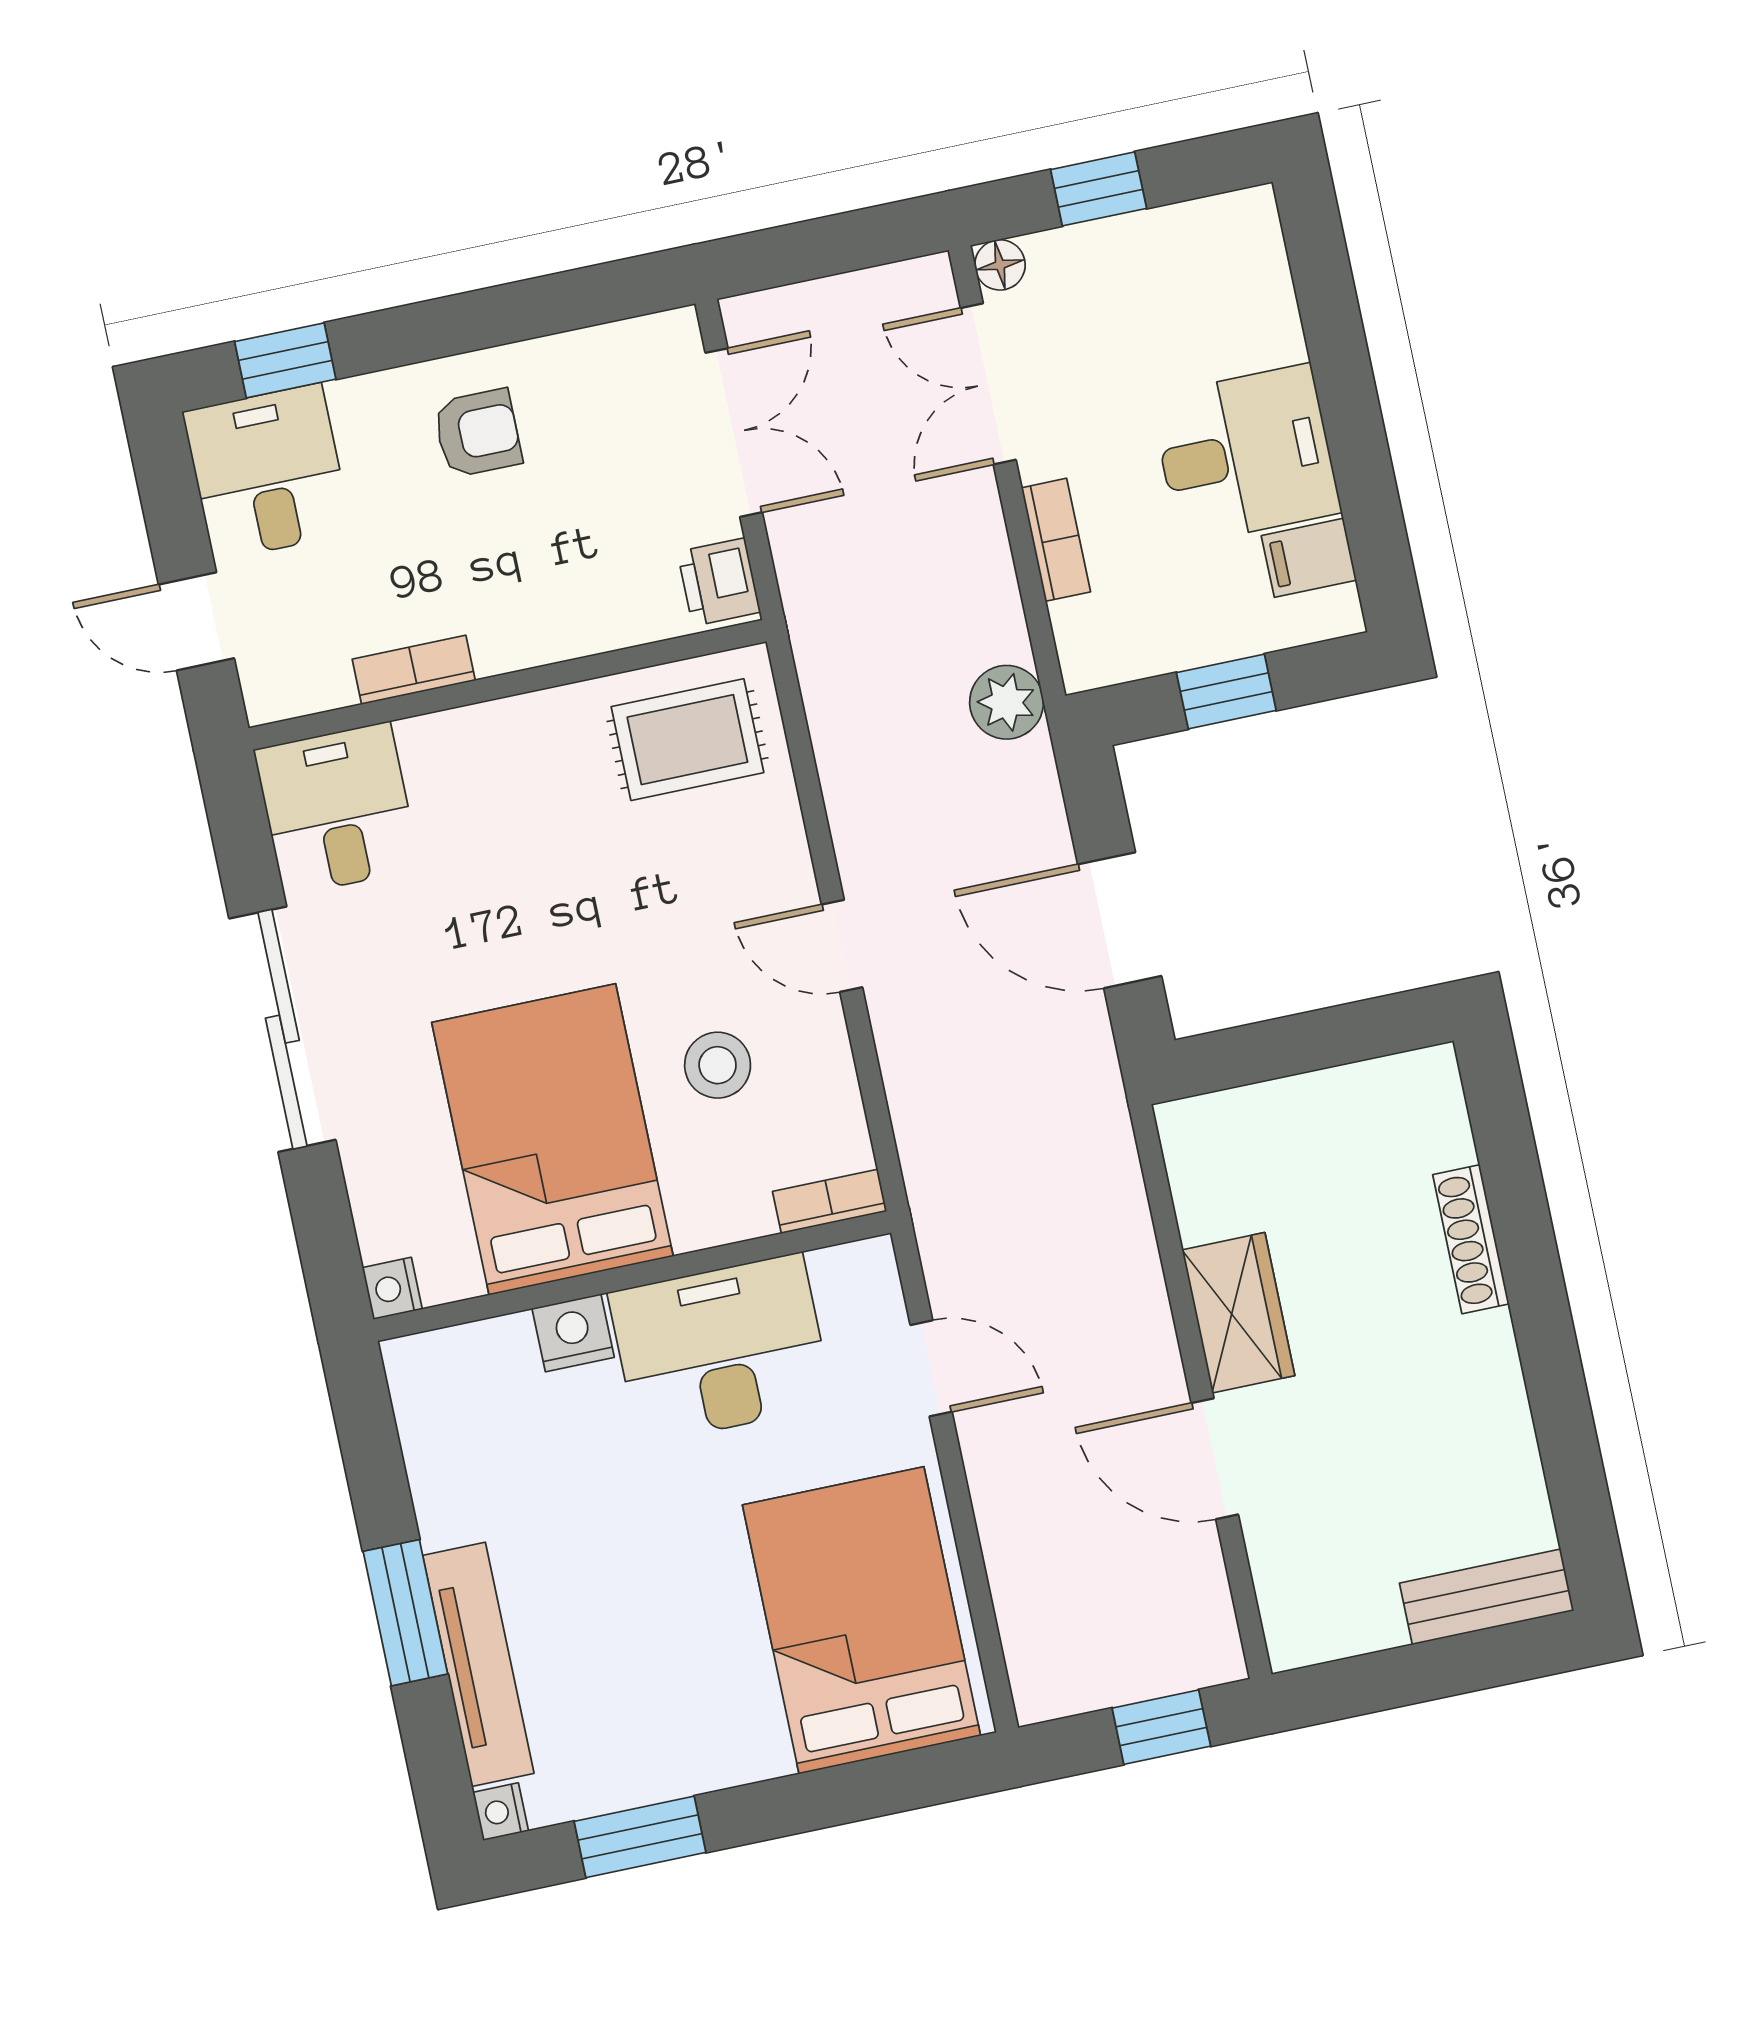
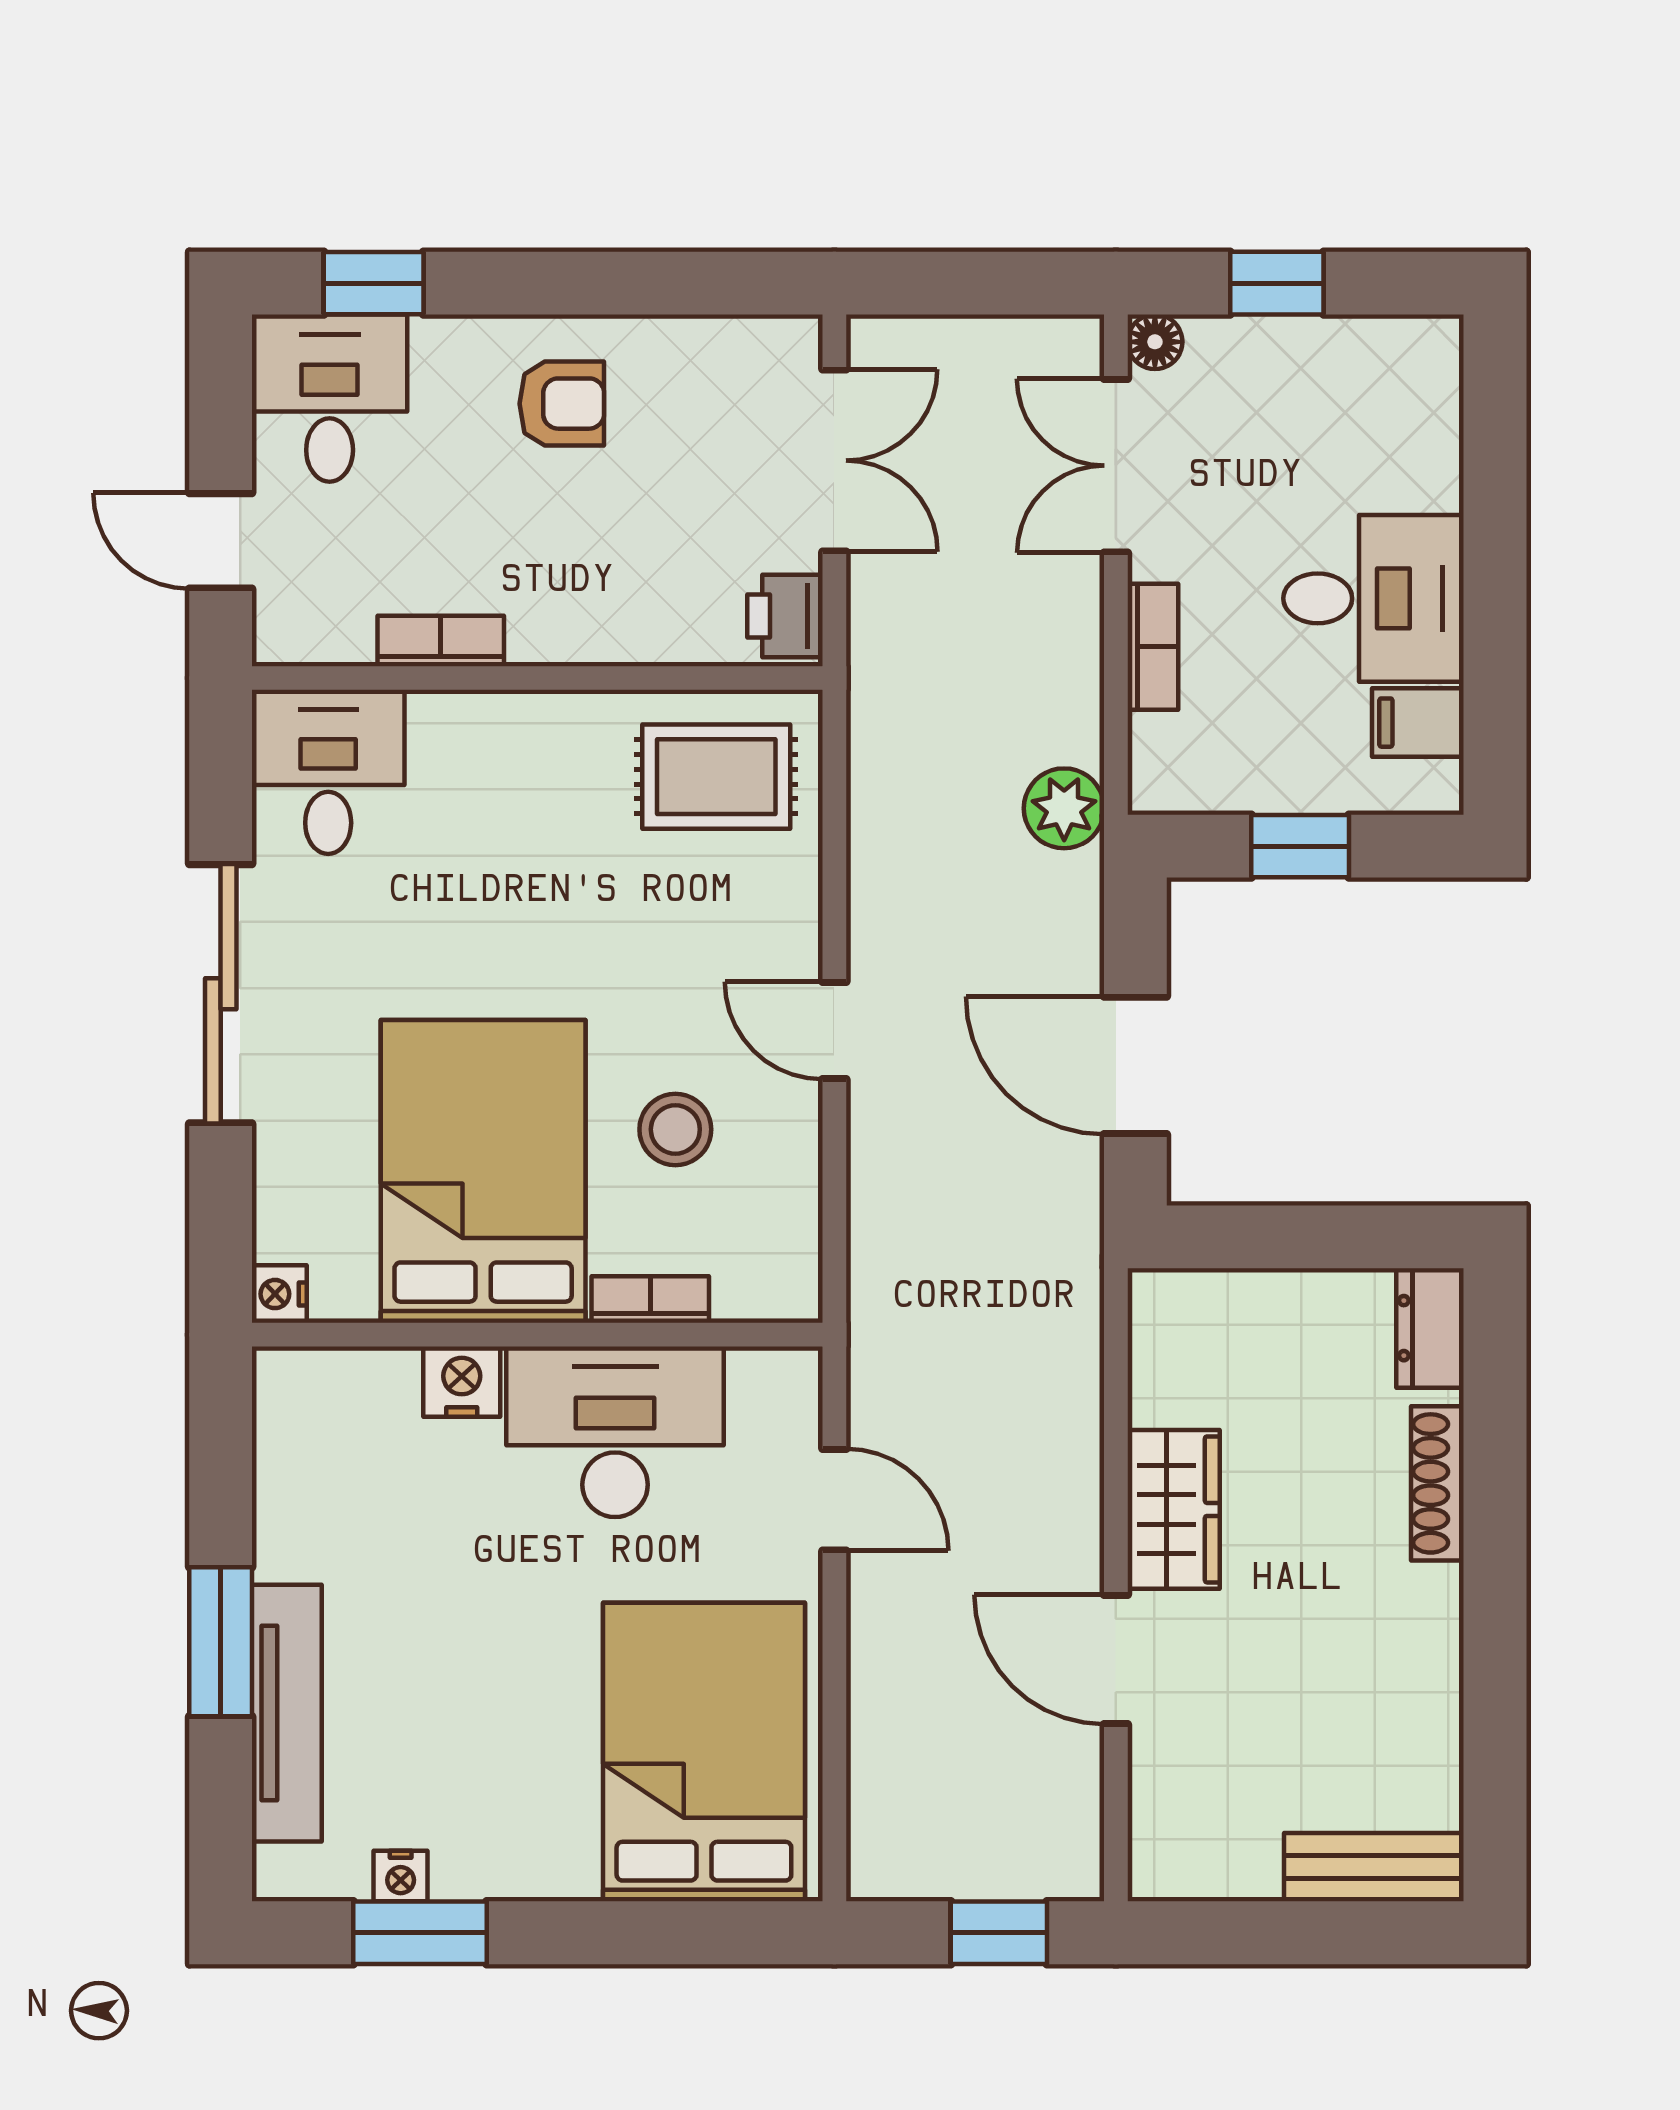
dresser: (1435, 1101) -> (1430, 1328), added
bookcase: (830, 1201) -> (650, 1300), moved
nightstand: (501, 1812) -> (401, 1876), moved, turned -90

